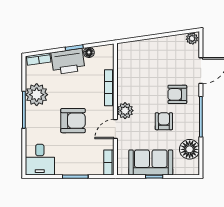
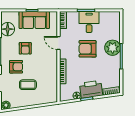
coffee table: (160, 68) -> (28, 85), added
plant: (37, 95) -> (113, 48), moved
plant: (125, 111) -> (52, 56), removed
door: (115, 129) -> (58, 43), swing flipped
desk: (40, 160) -> (89, 22), moved

